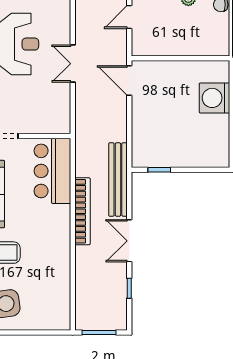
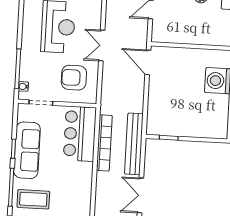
armchair: (41, 104) -> (74, 78), added
bookcase: (82, 211) -> (104, 143), moved

